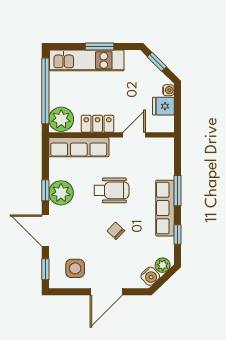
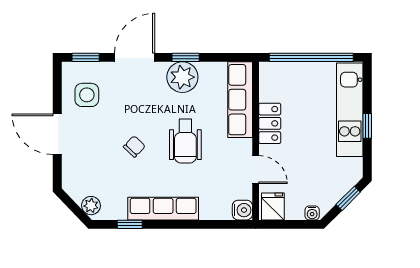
window: (100, 47) -> (367, 126), width x0.67
fridge: (163, 106) -> (273, 206), moved
plant: (61, 119) -> (275, 77), removed
window: (177, 191) -> (185, 224), removed
water cooler: (150, 276) -> (242, 210), moved, turned -136

